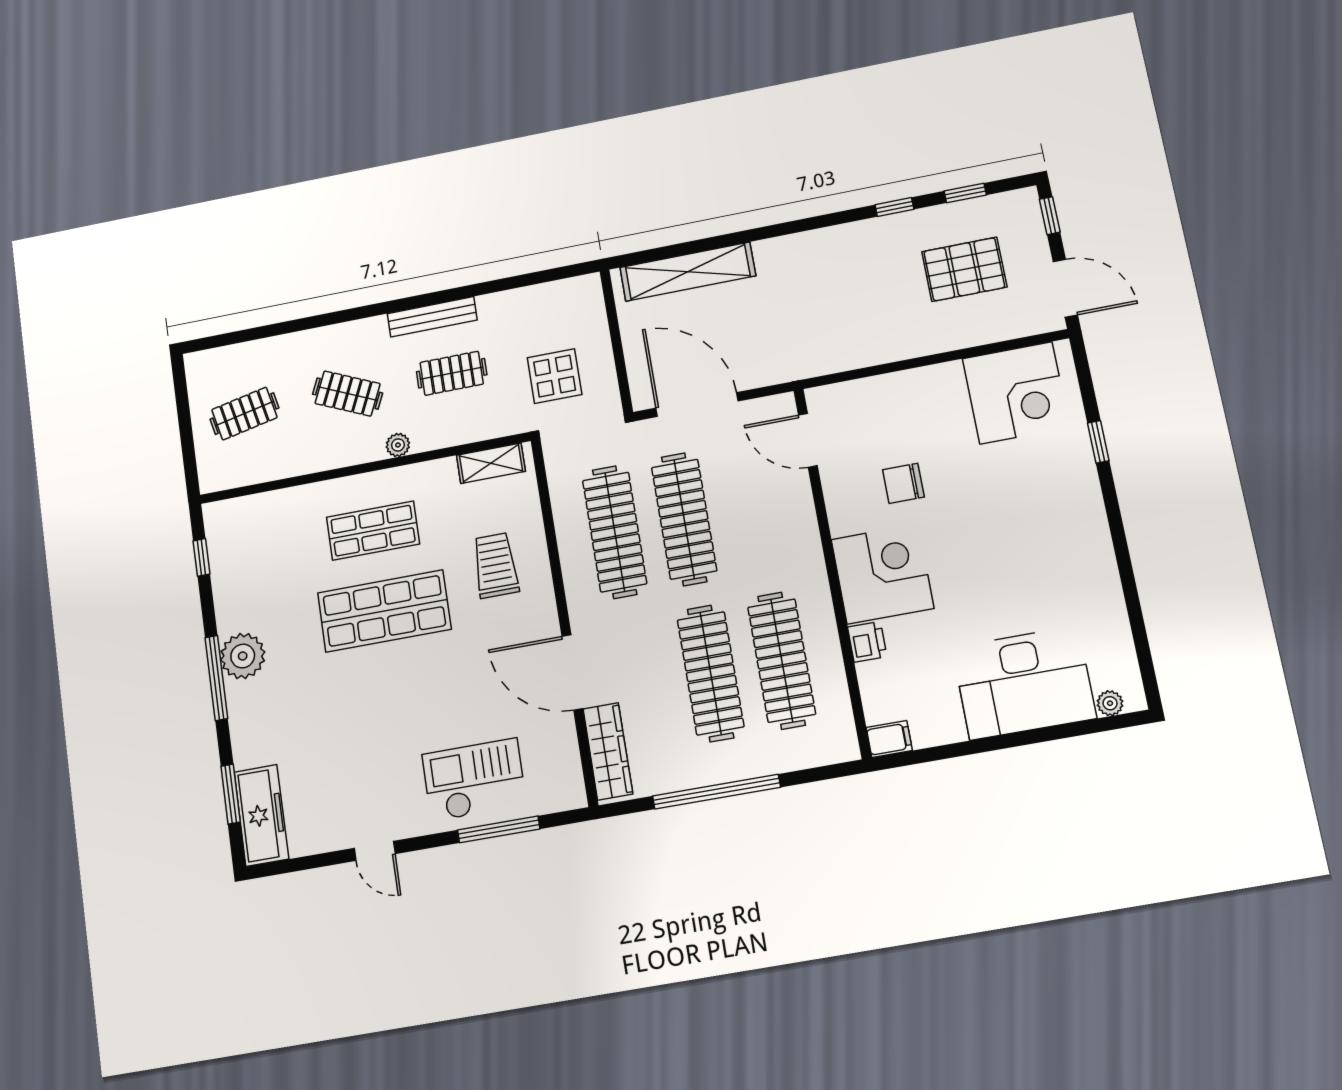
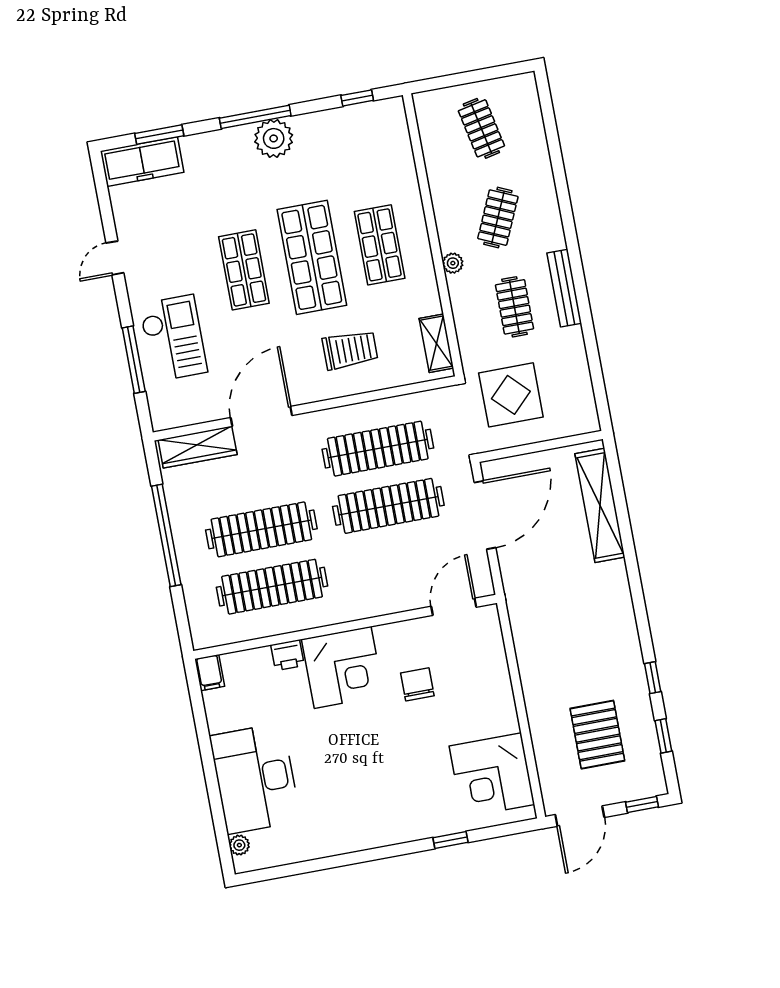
display table: (555, 376) -> (511, 395), width x1.36, depth x1.36
shop shelf: (396, 693) -> (244, 270), added

